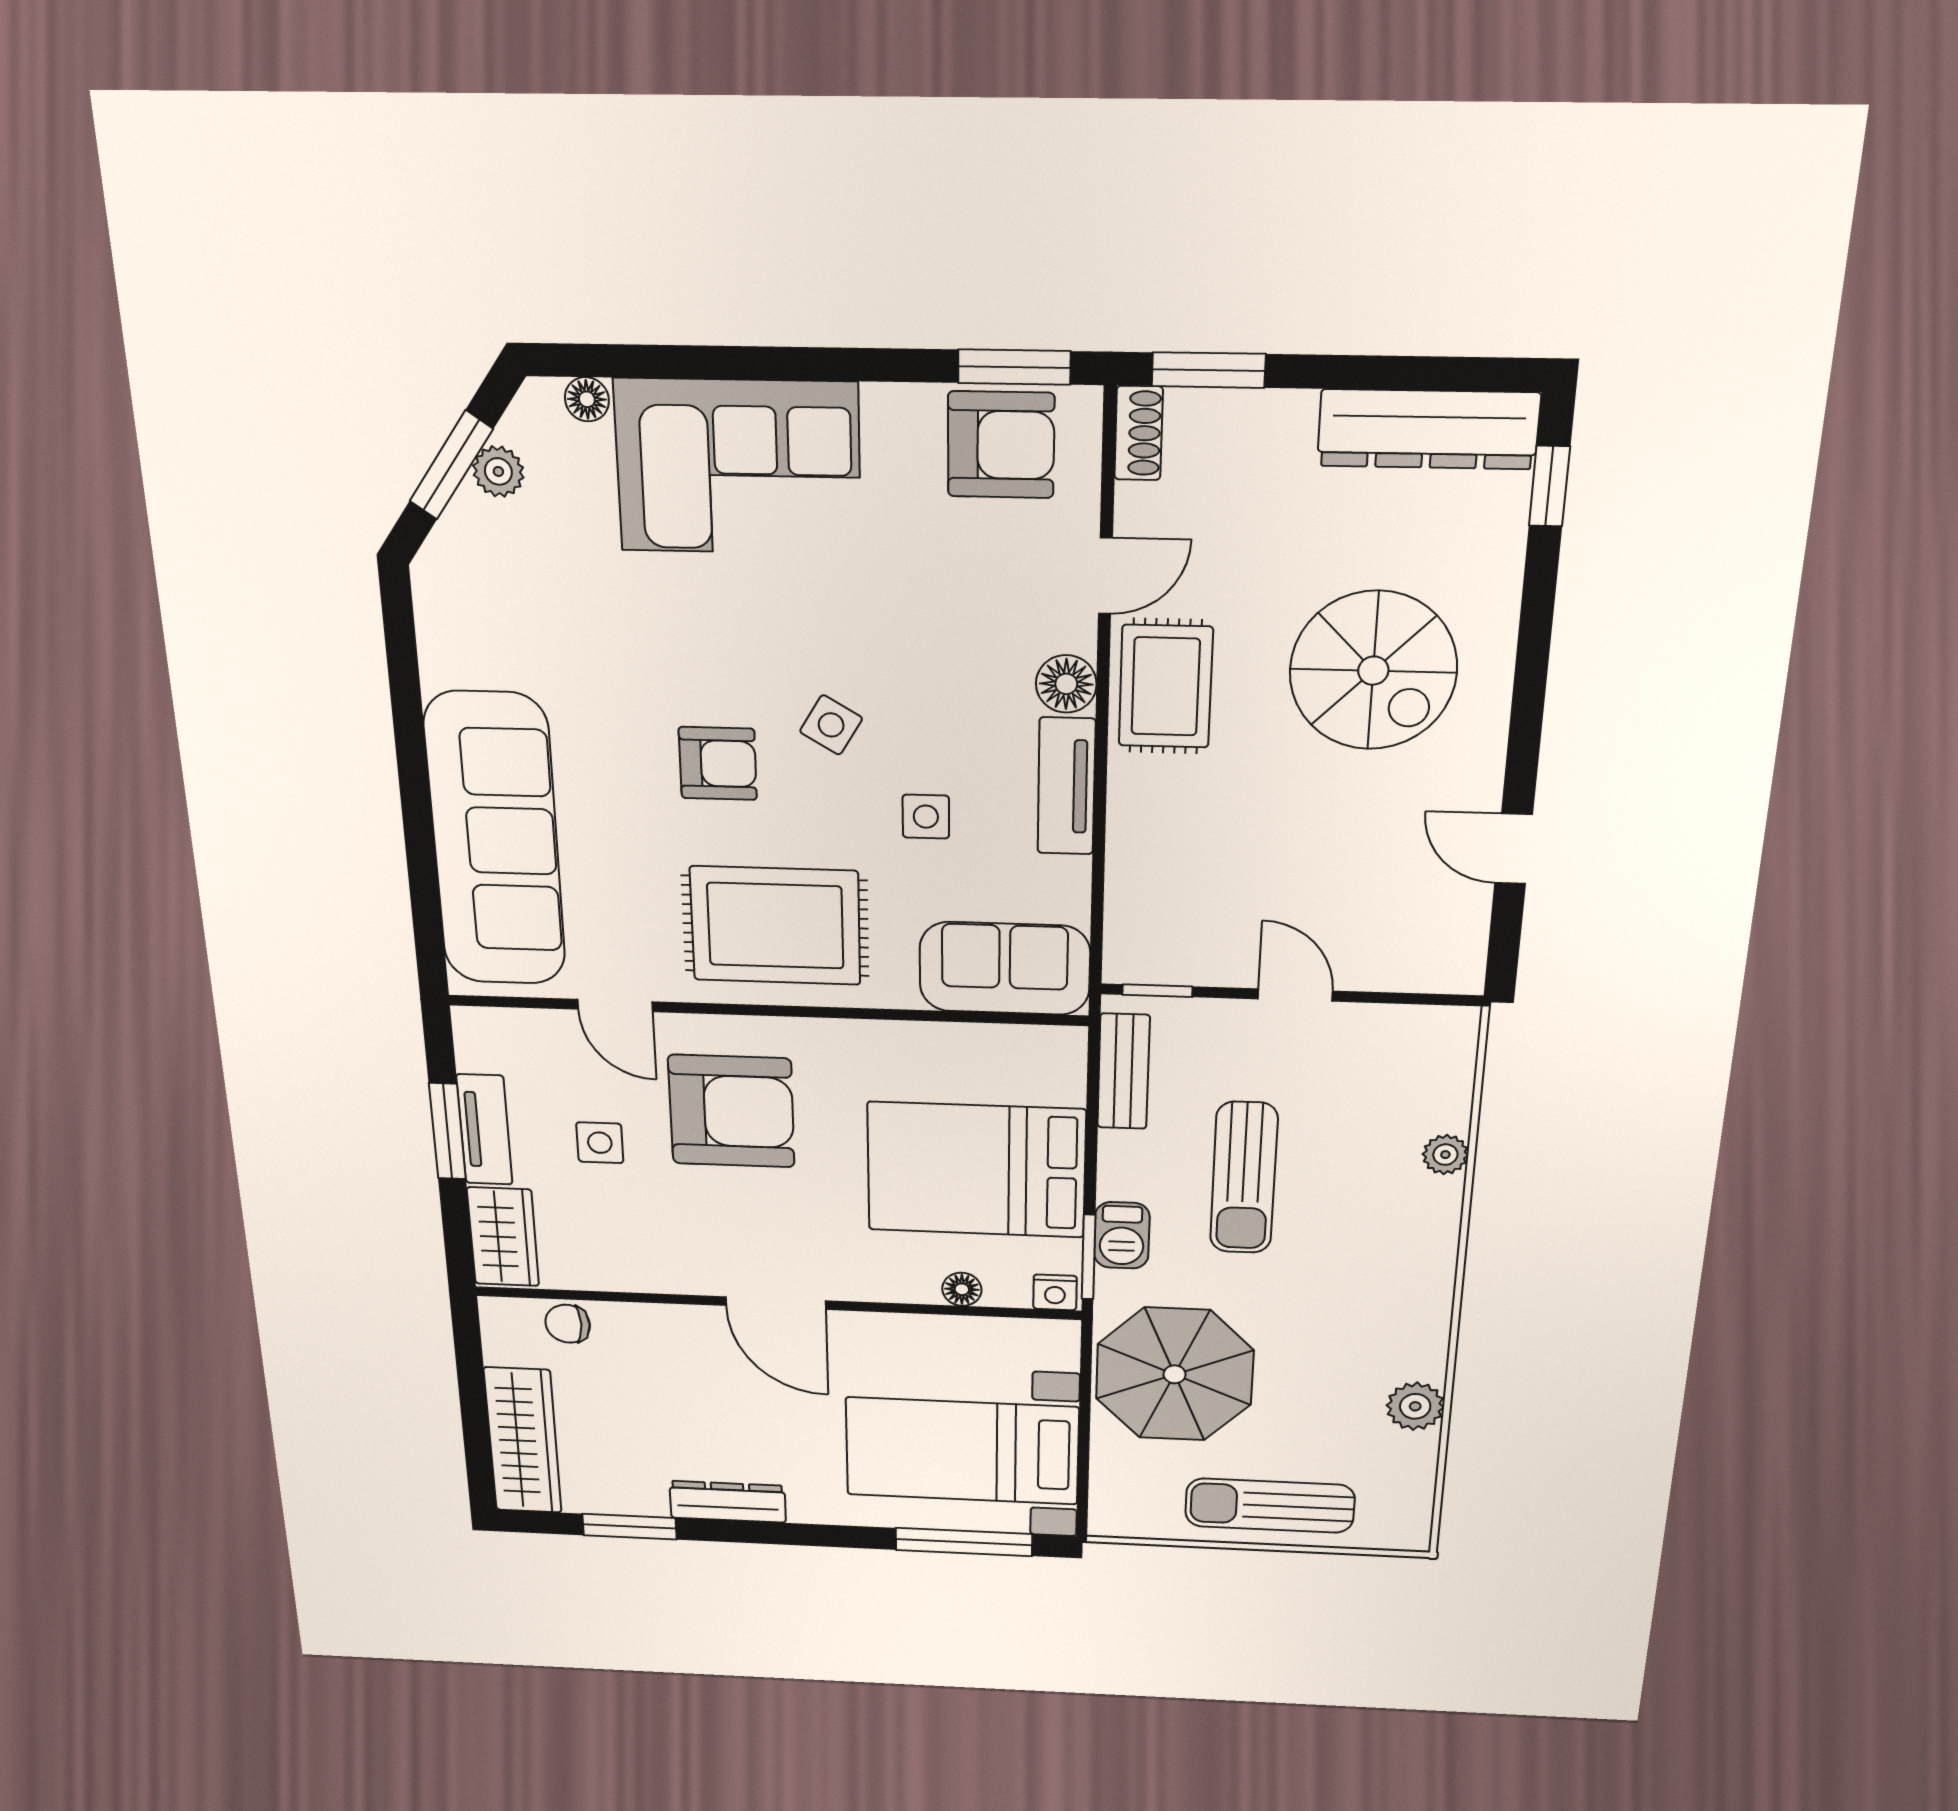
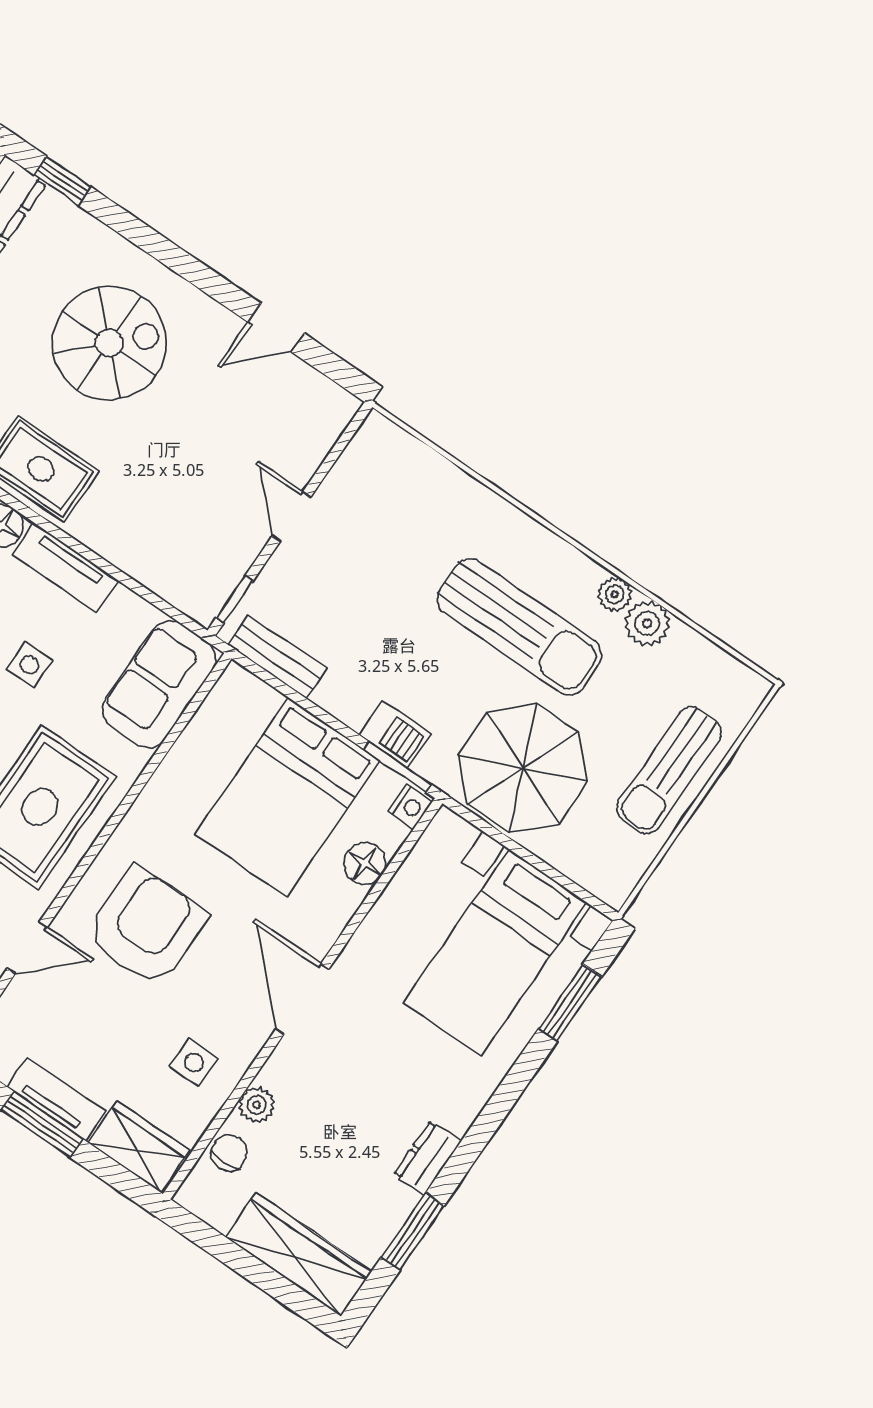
door: (1295, 995) -> (291, 517), hinge flipped
side table: (600, 1143) -> (194, 1062), moved
plant: (1445, 1155) -> (615, 594), moved
sun lounger: (1244, 1178) -> (520, 627), moved, width x1.36, depth x1.34
floor lamp: (962, 1289) -> (365, 864), width x1.37, depth x1.37
door: (776, 1303) -> (302, 999), swing flipped
plant: (636, 1321) -> (257, 1105), added
chair: (568, 1324) -> (229, 1153), turned 180
dresser: (728, 1502) -> (427, 1158), width x0.70
window: (964, 1542) -> (570, 1003), width x0.69

